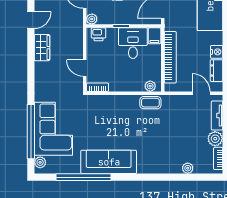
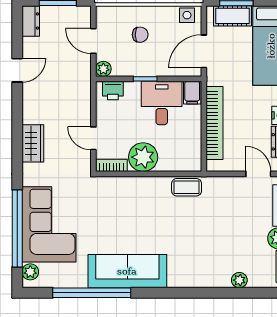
wardrobe: (42, 48) -> (33, 143), moved
plant: (150, 86) -> (143, 157), moved, width x1.88, depth x1.88

